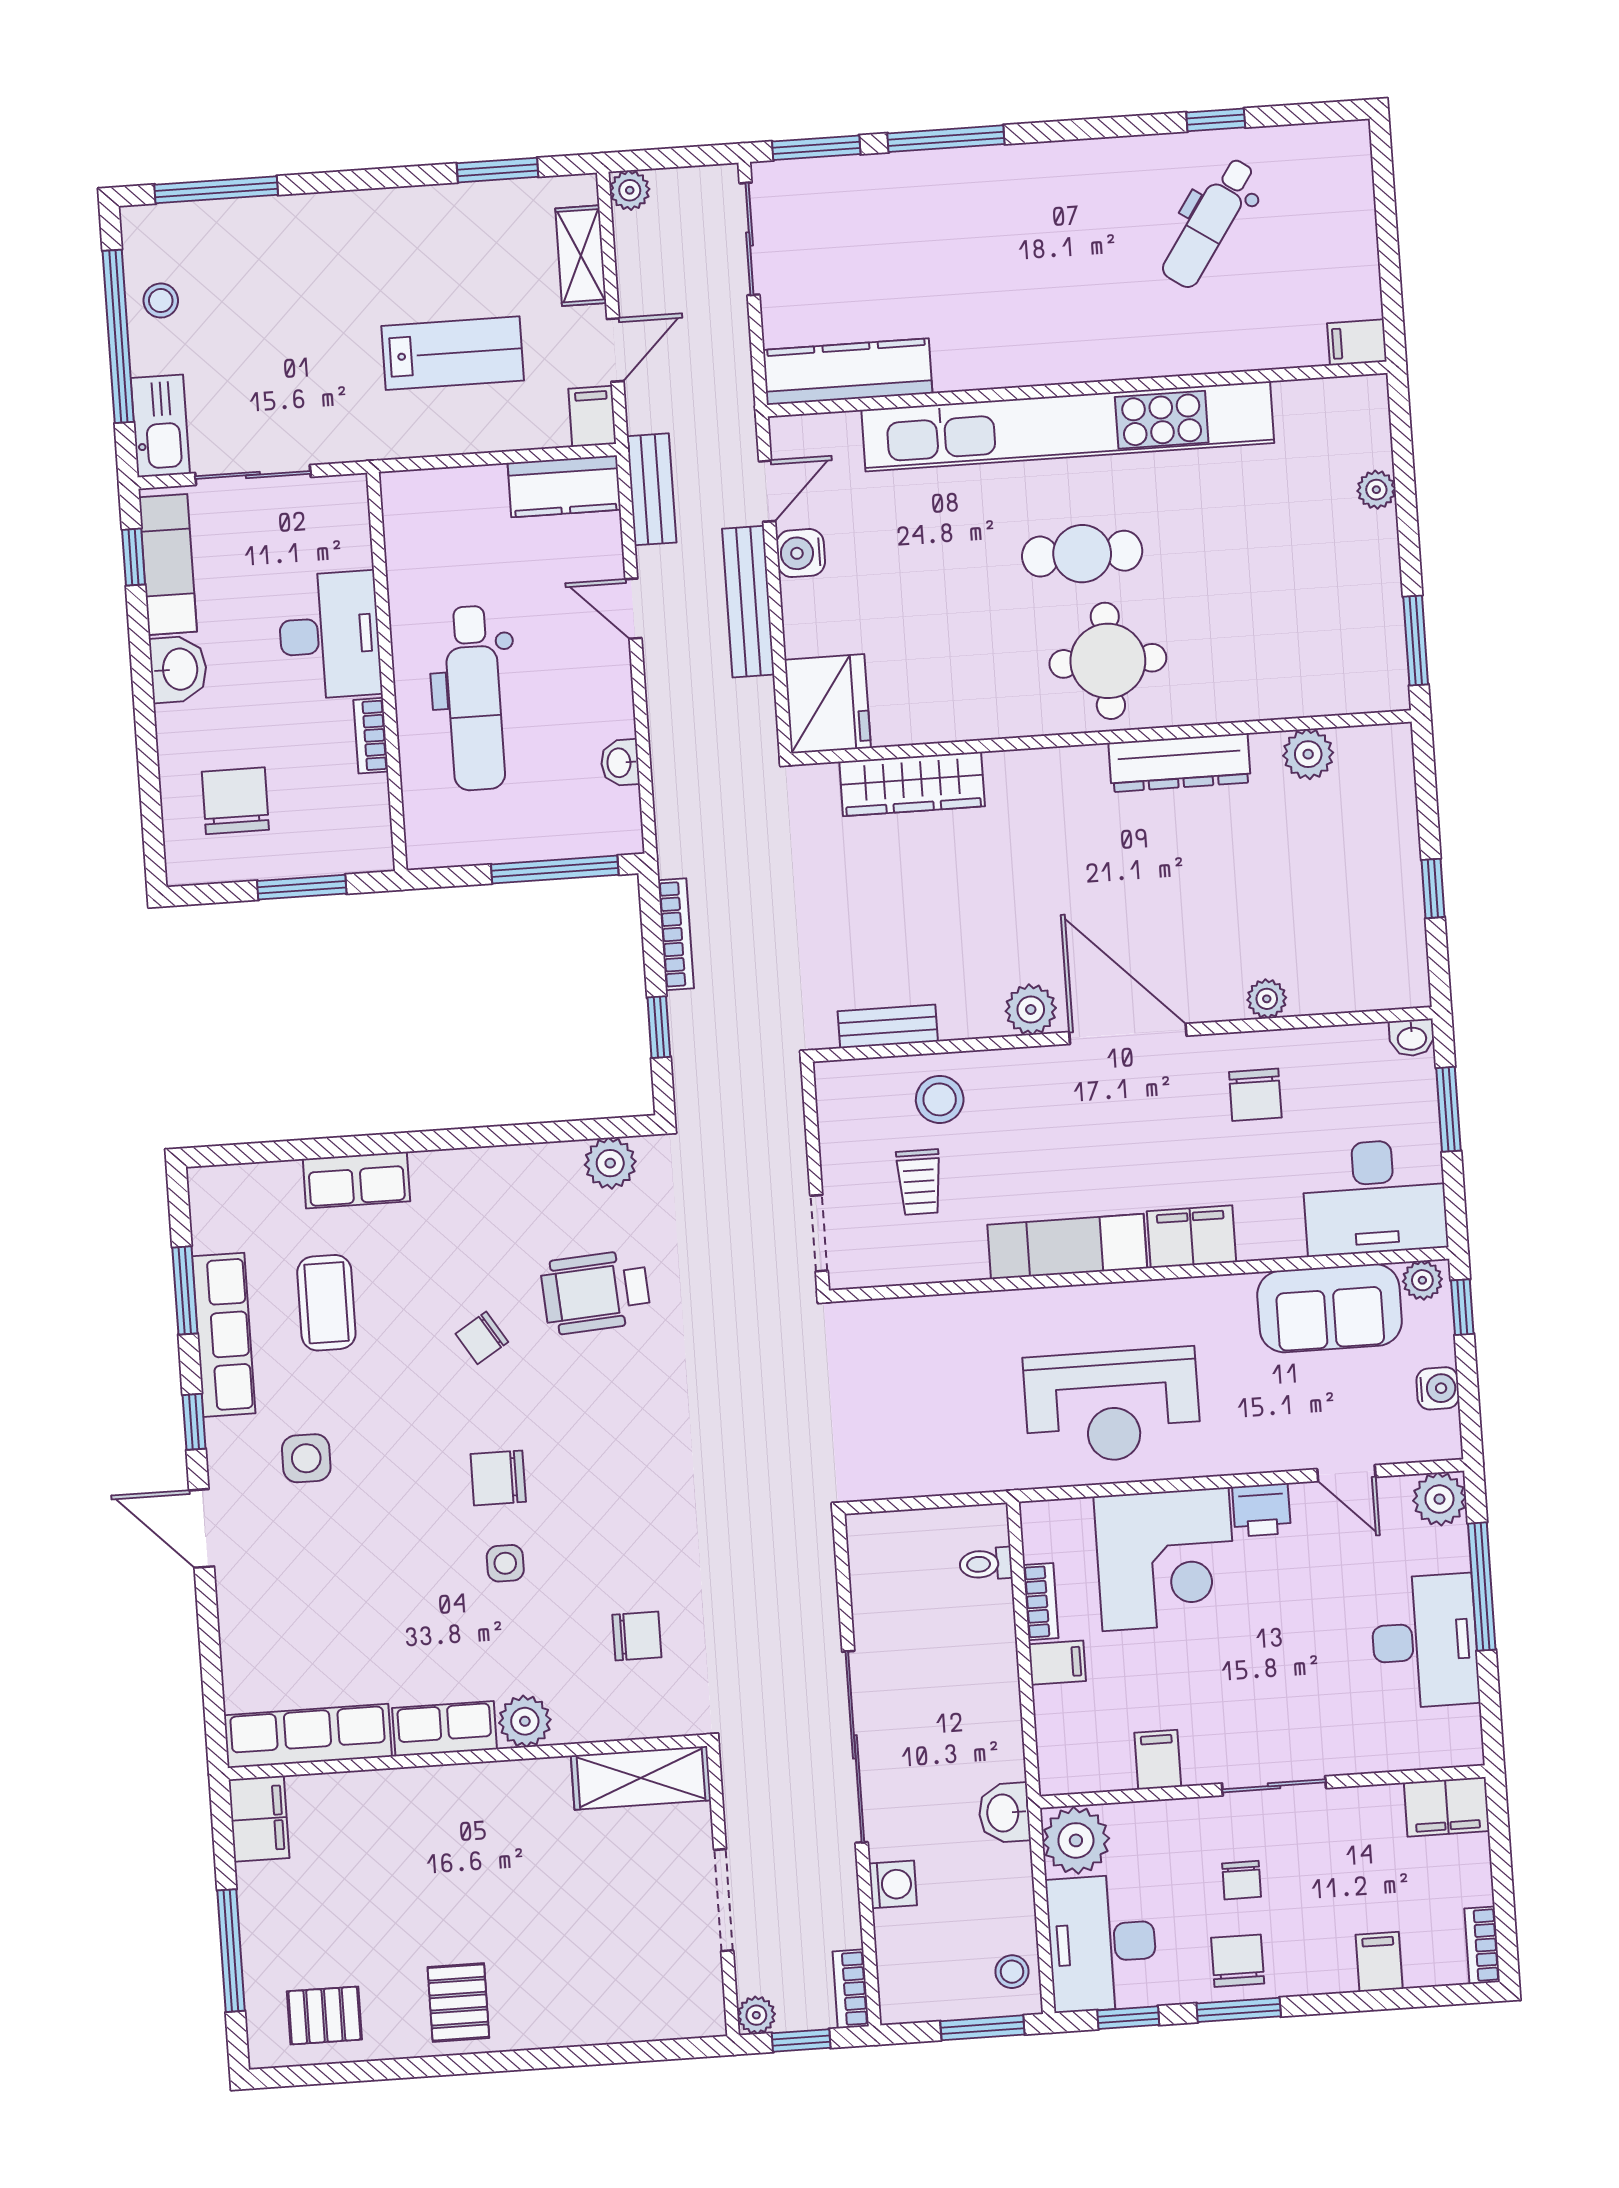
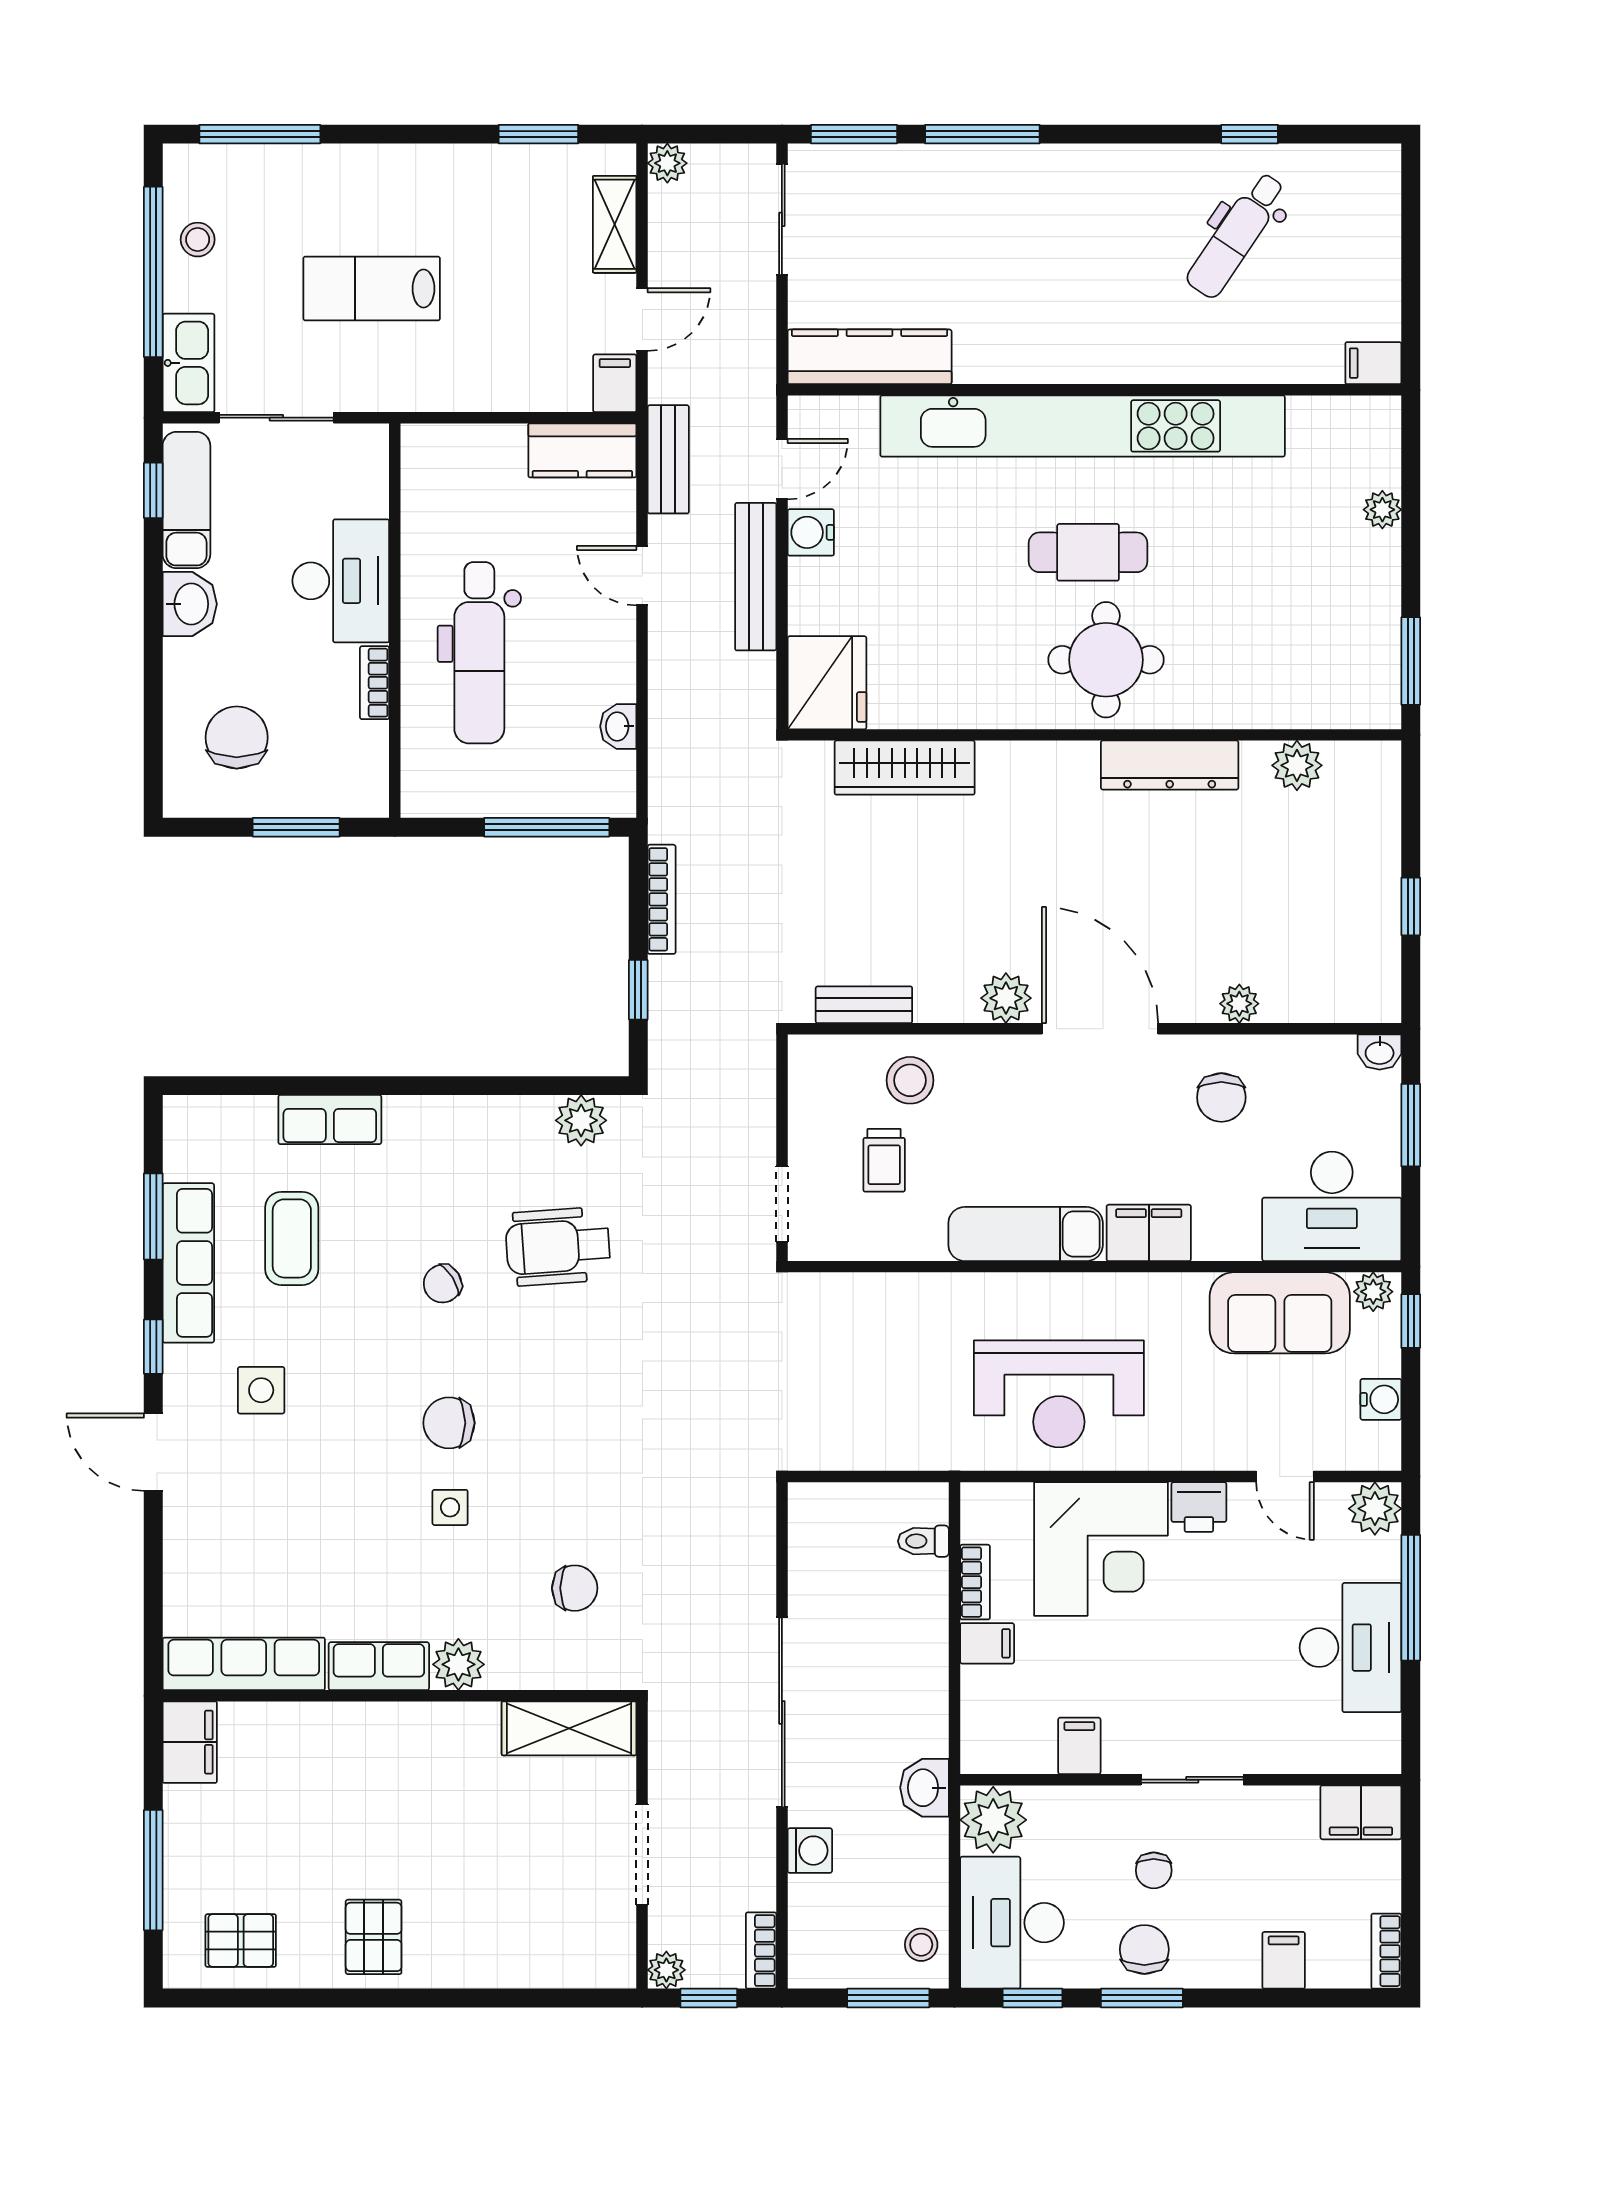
lab bench: (453, 353) -> (372, 289), moved, turned 180

